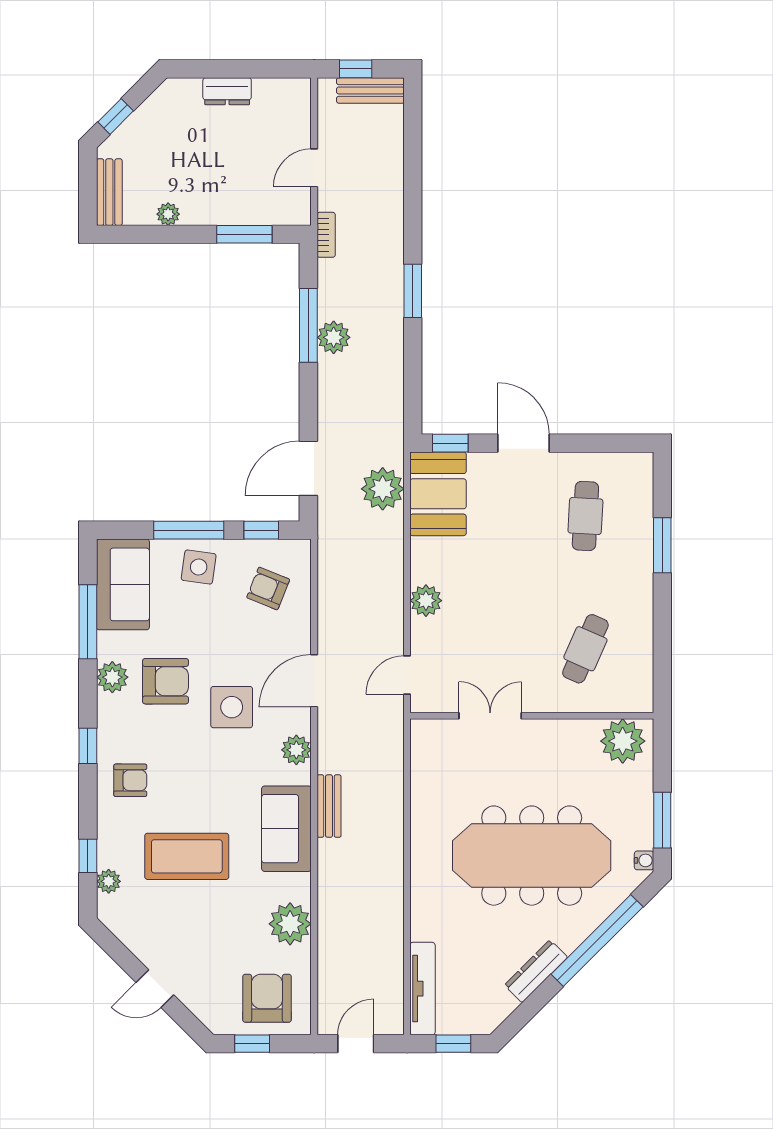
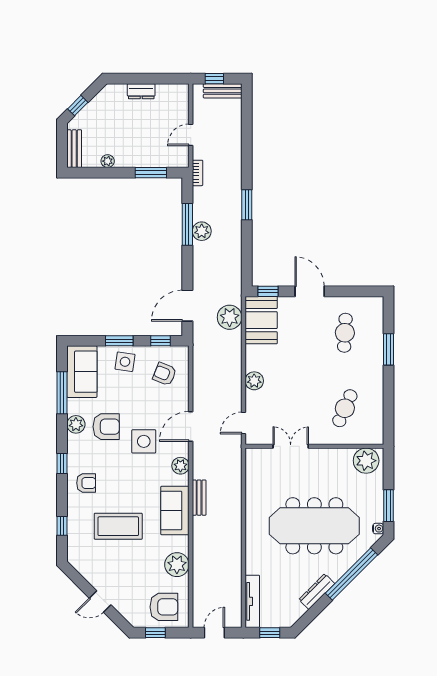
window: (189, 530) -> (119, 341), width x0.69
plant: (109, 881) -> (74, 540), removed
armchair: (267, 998) -> (164, 607), turned 90

